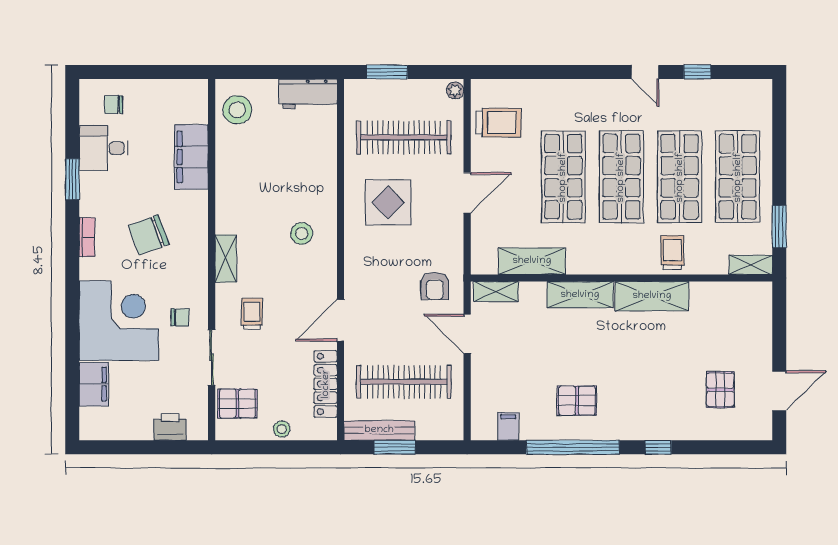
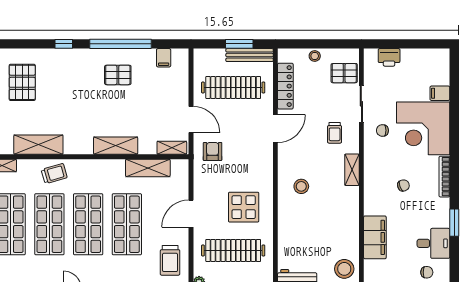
trolley: (499, 123) -> (170, 260), turned -90
chair: (149, 235) -> (403, 185), width x0.54, depth x0.54
bookcase: (87, 237) -> (444, 177), width x1.56
trolley: (672, 253) -> (54, 174), turned -106
shelving: (652, 296) -> (38, 145), moved
filing cabinet: (94, 384) -> (440, 93), width x0.50
pallet: (720, 390) -> (22, 82), width x1.50, depth x1.42

